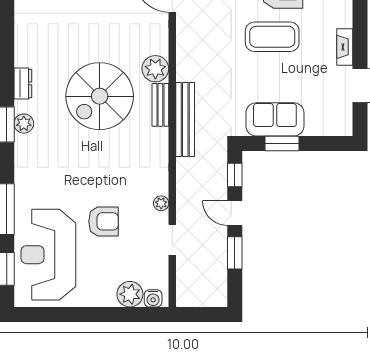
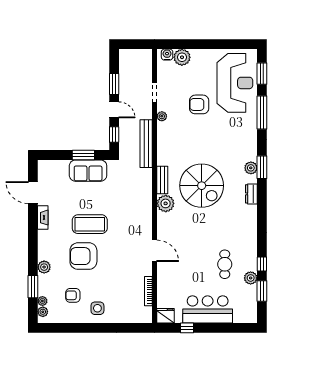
spiral stairs: (100, 96) -> (202, 186), turned 90
bench: (185, 119) -> (146, 144), moved

